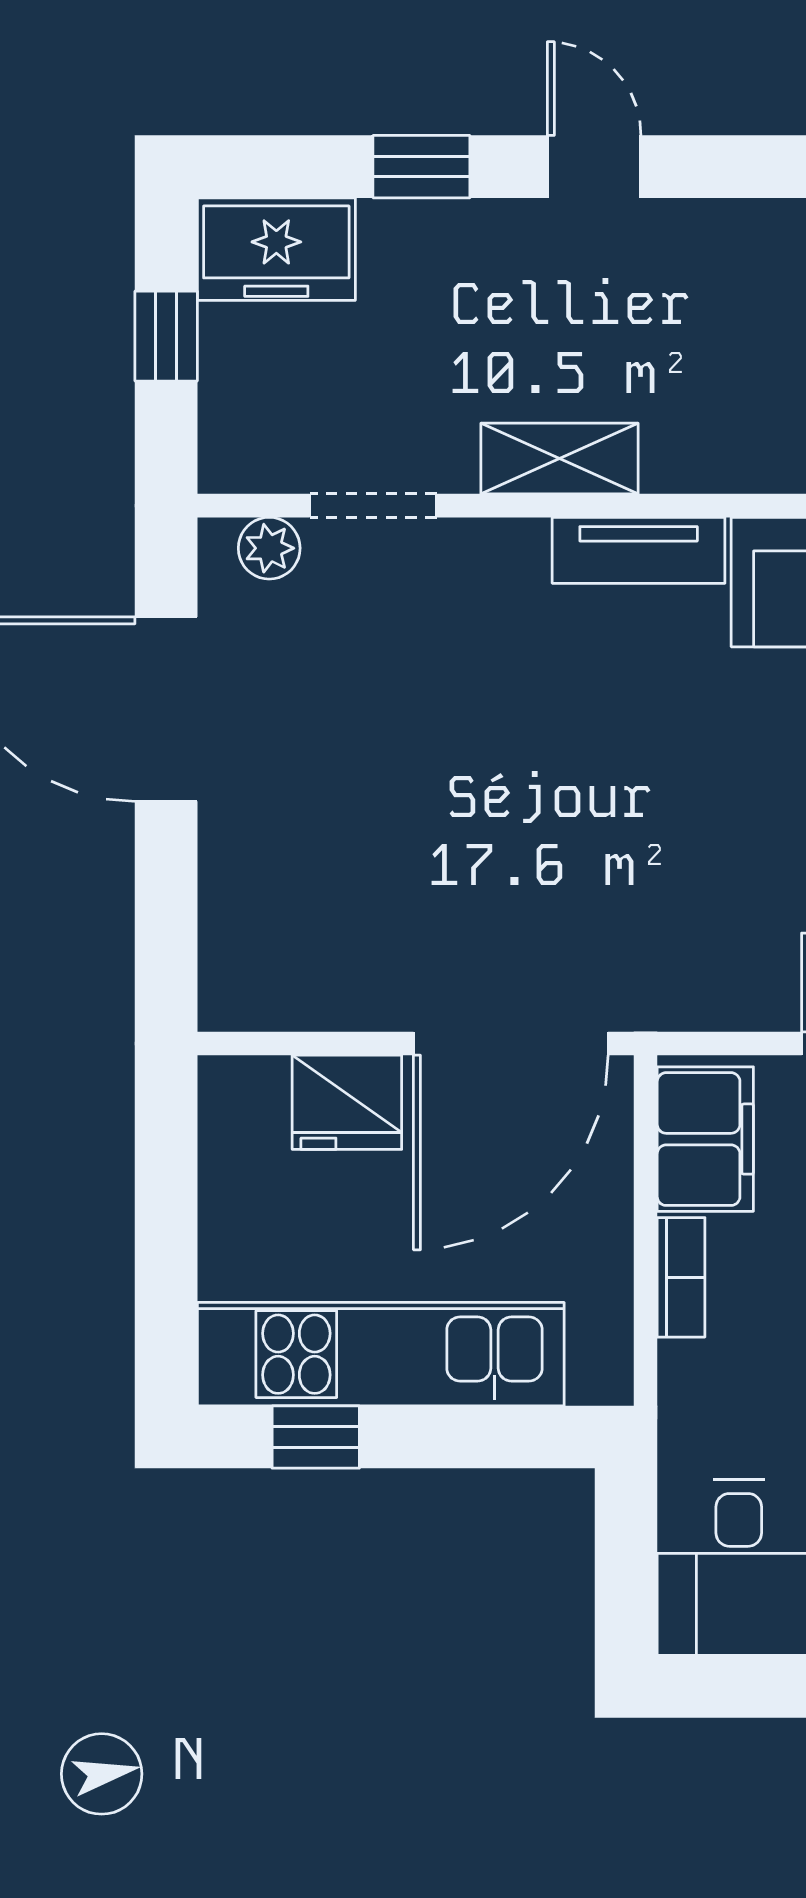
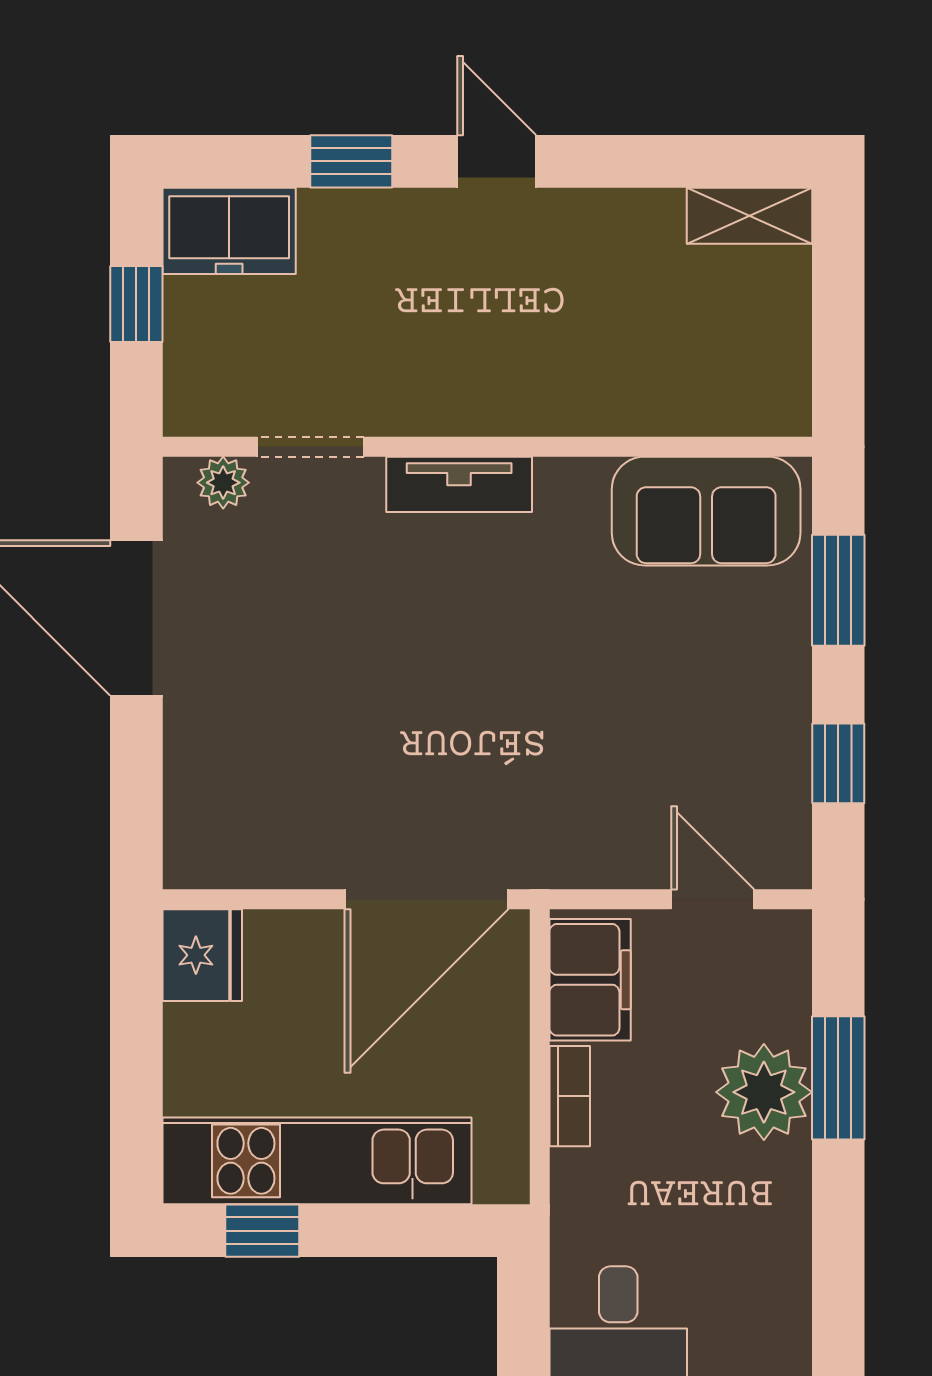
shelving: (559, 459) -> (467, 407), removed
tv unit: (639, 550) -> (459, 484), moved
fridge: (347, 1102) -> (202, 955), moved, turned -90

